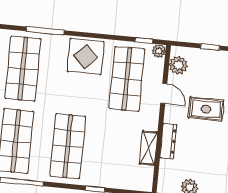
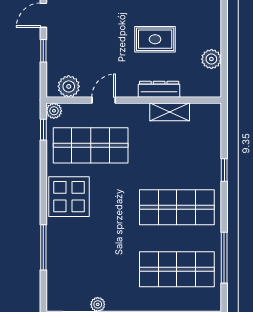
shop shelf: (23, 69) -> (91, 269), removed
rug: (206, 109) -> (155, 39), moved, turned 90

